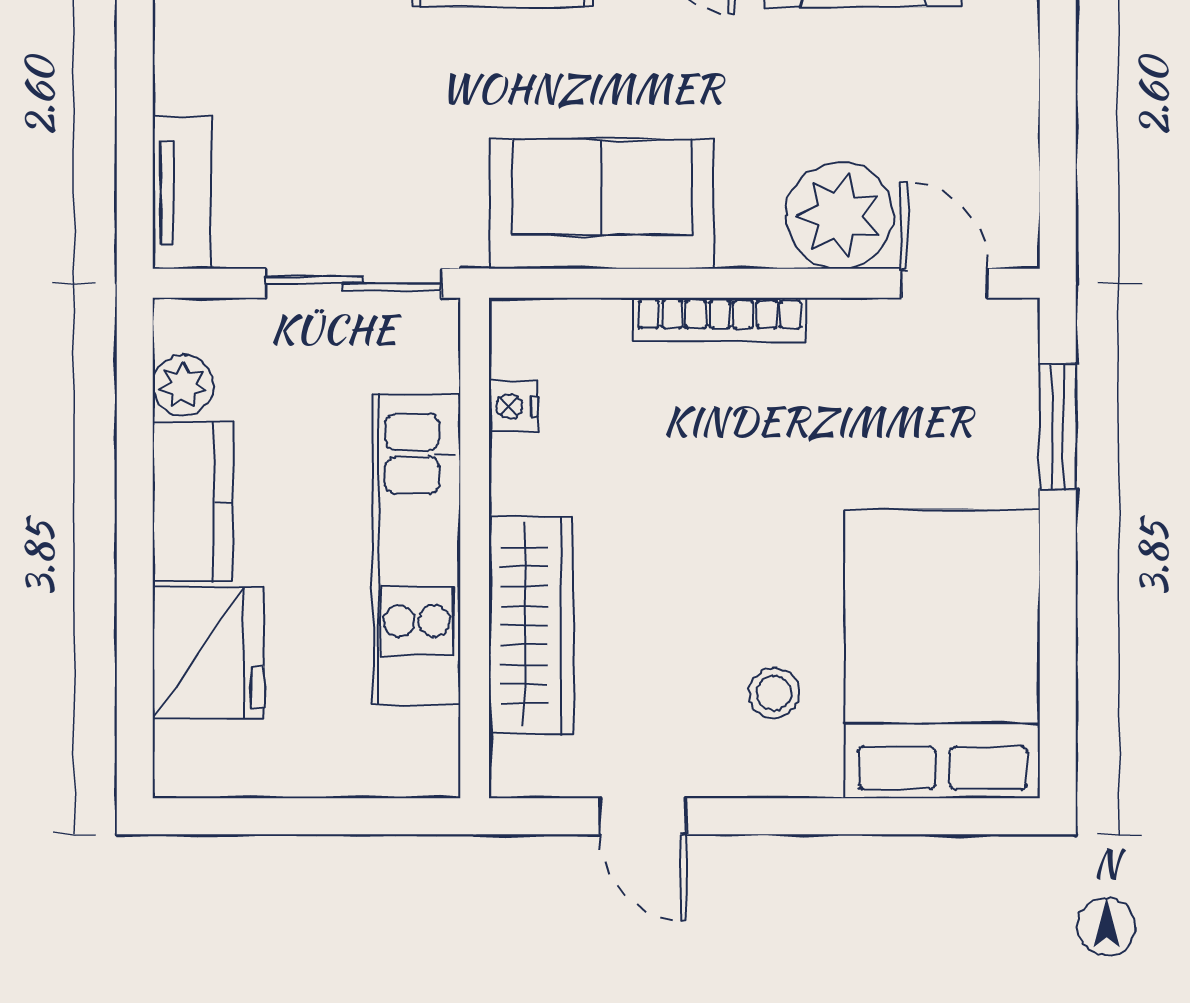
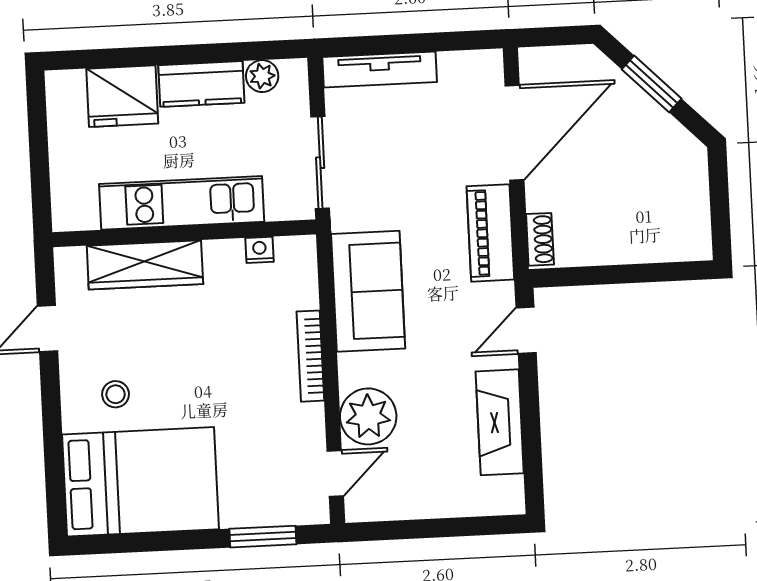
tv unit: (182, 193) -> (380, 70), width x1.41

